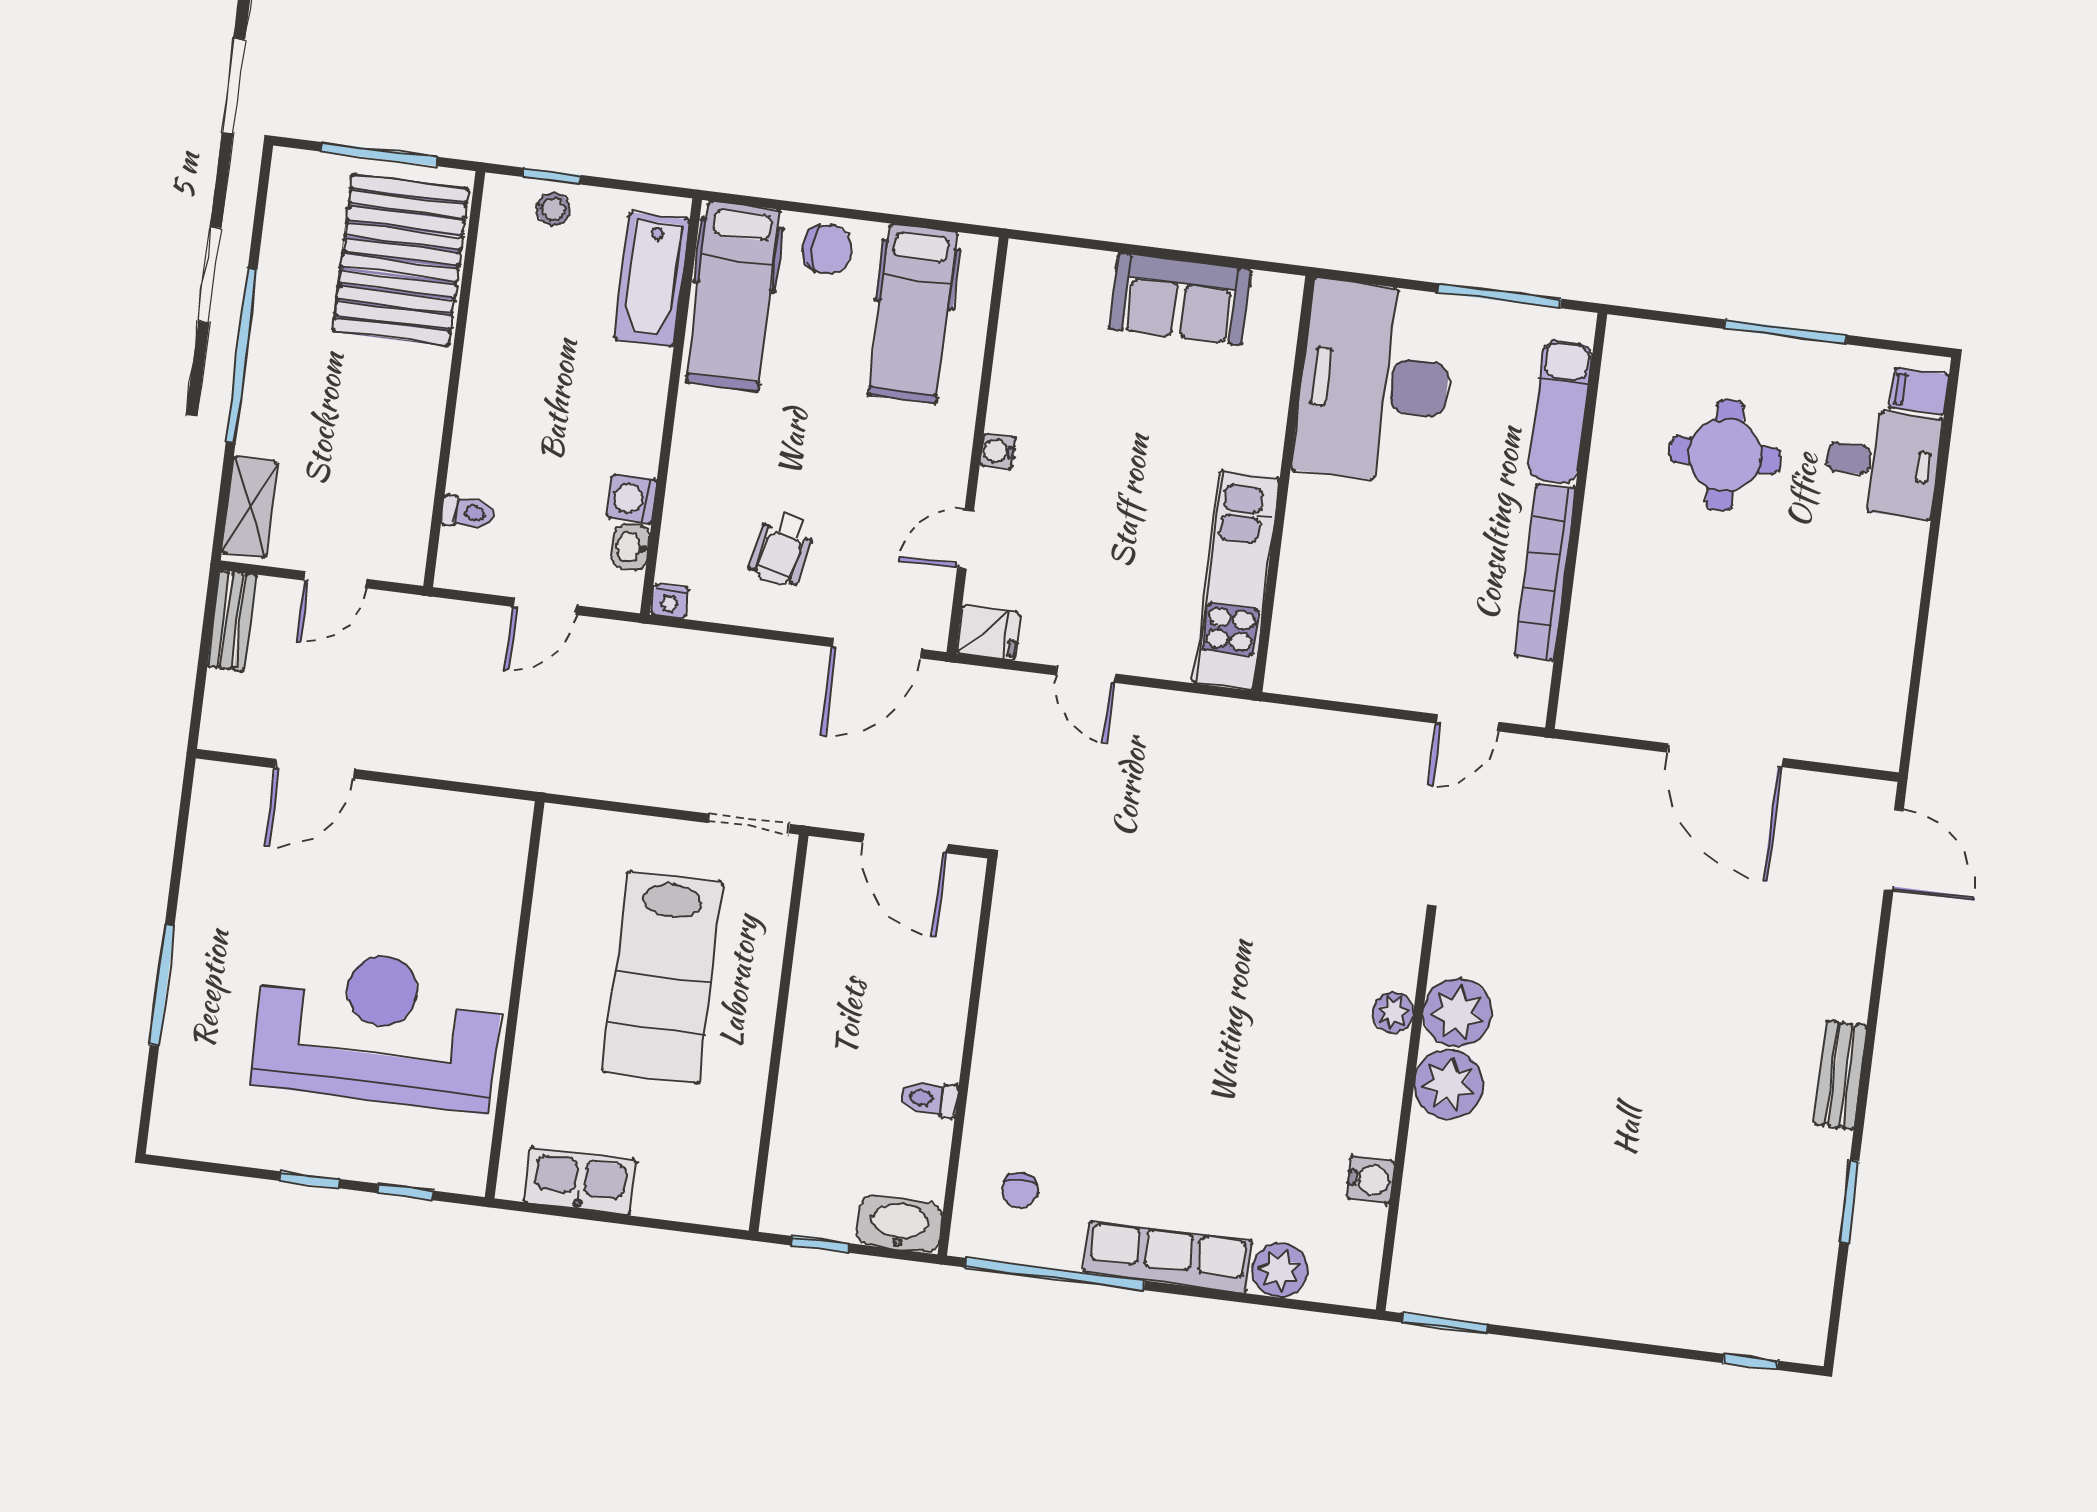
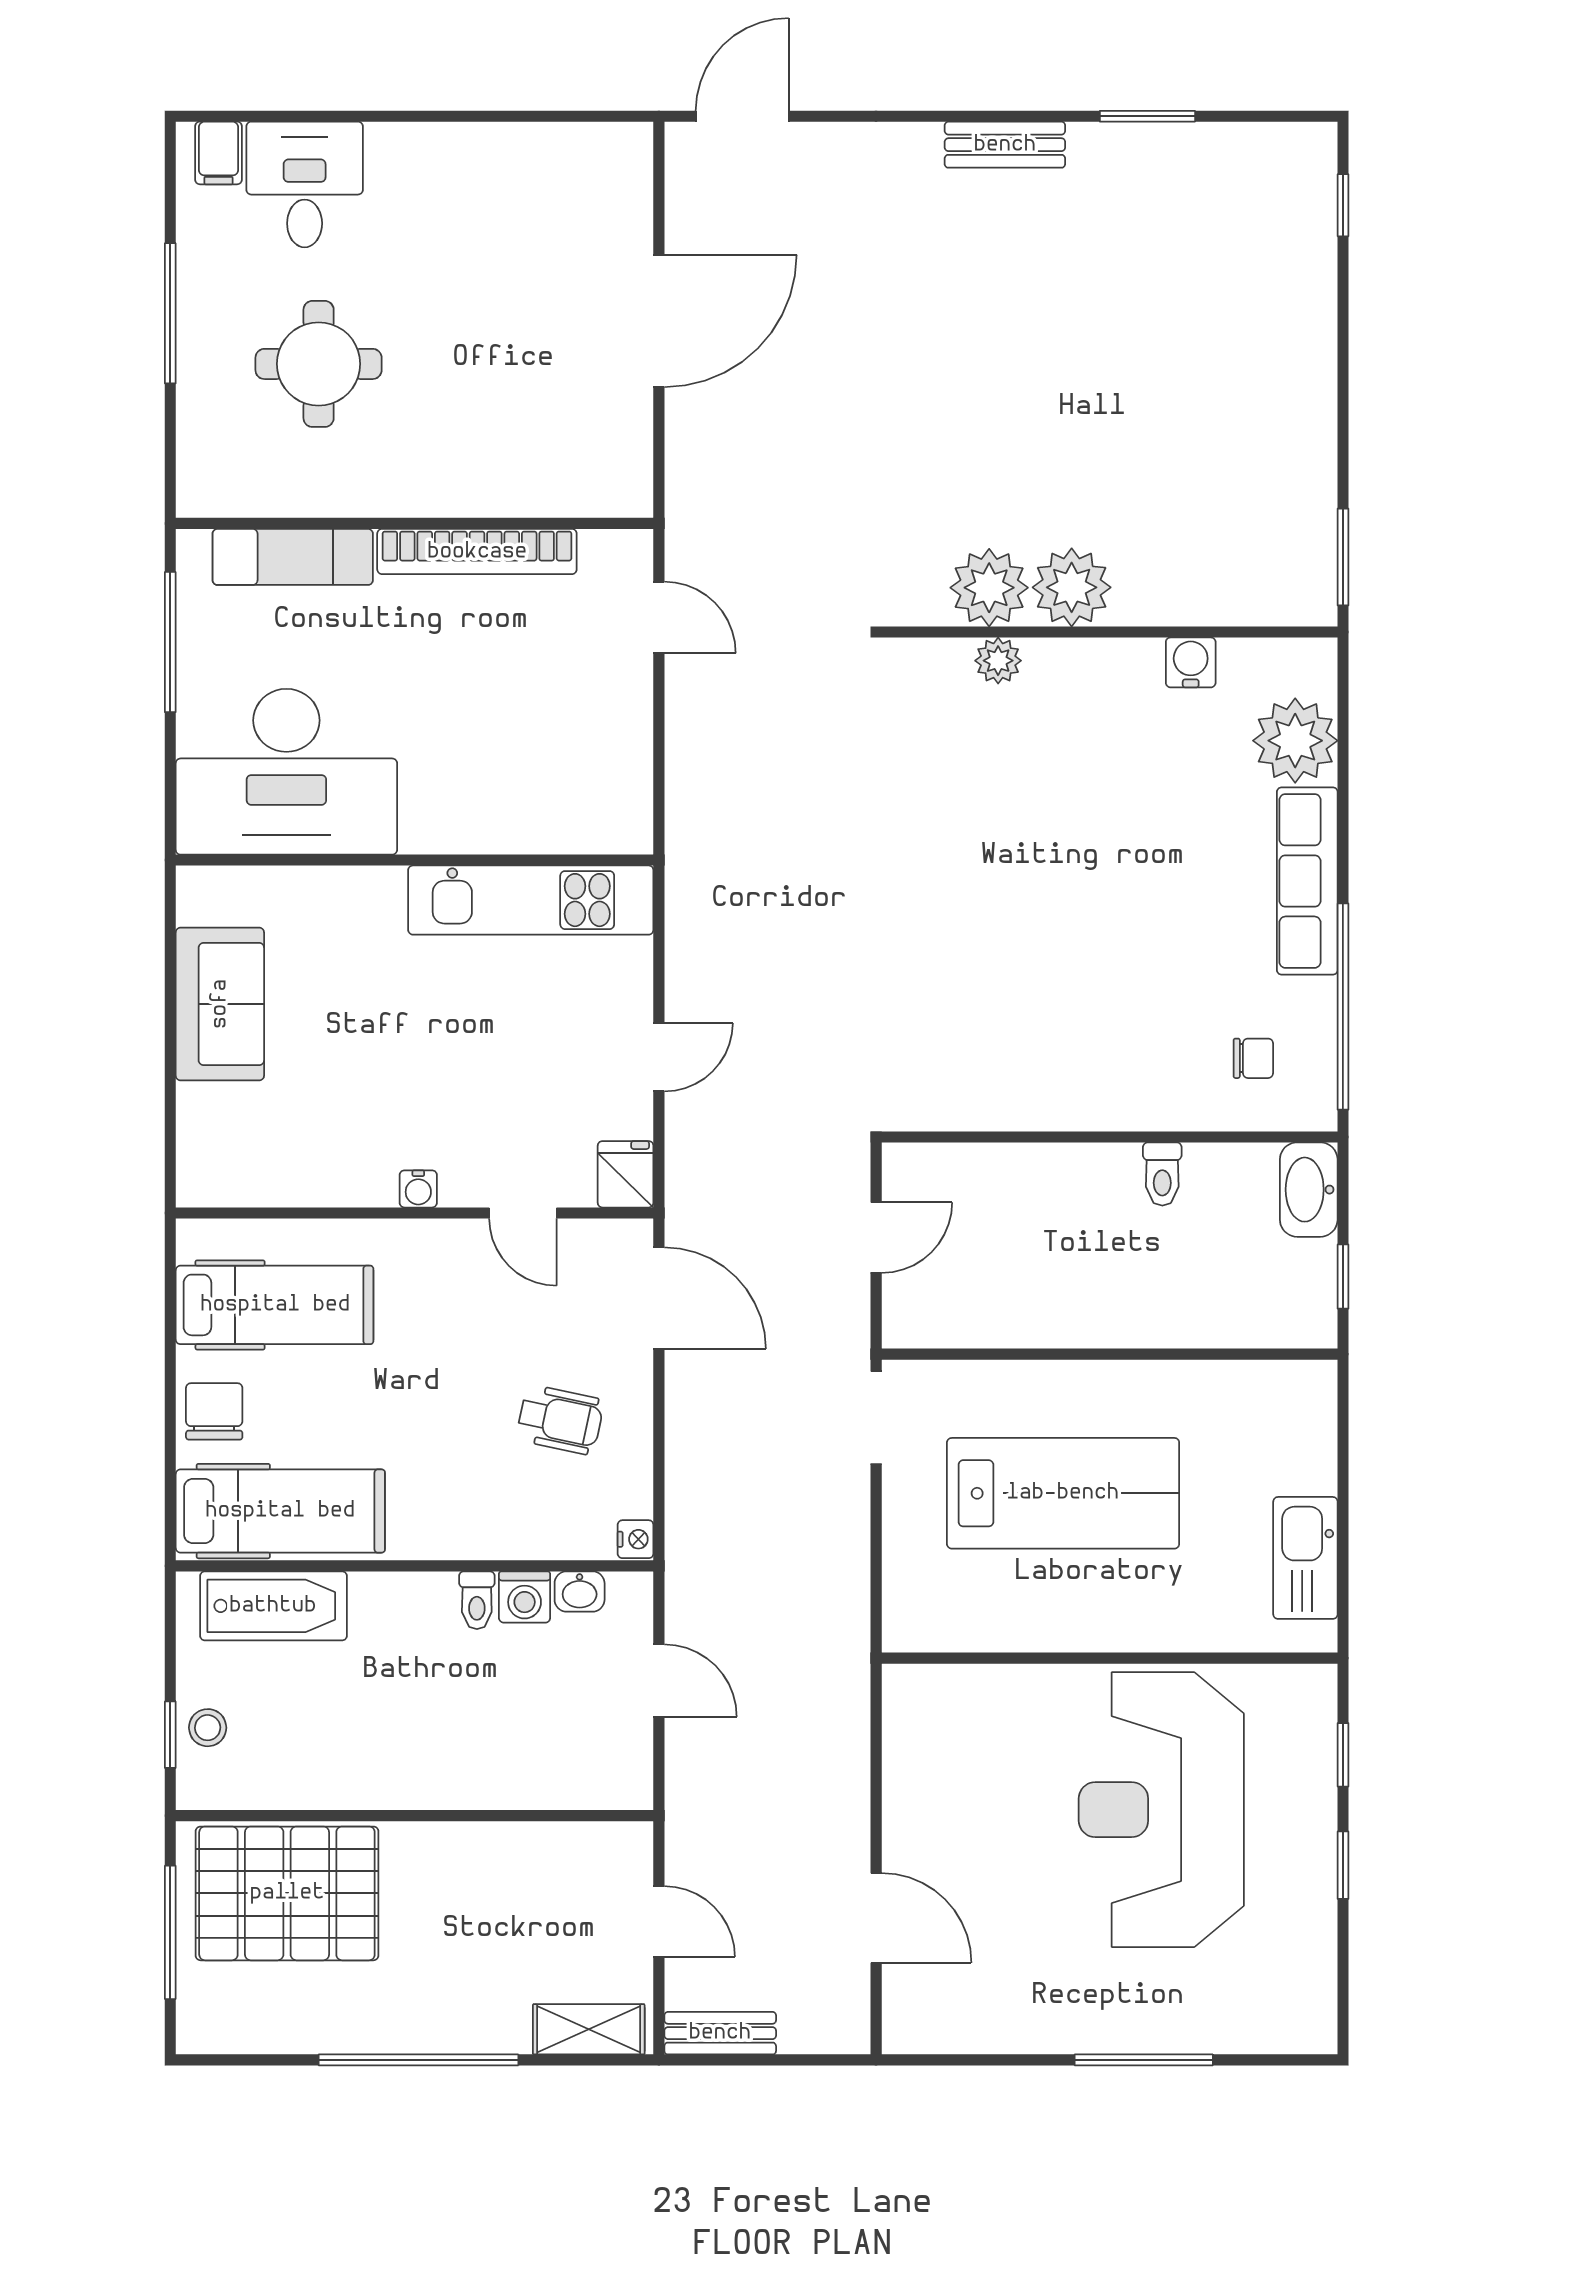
toilet: (468, 512) -> (477, 1600), moved, turned 180
door: (905, 843) -> (876, 1238), width x0.73
plant: (1280, 1270) -> (1295, 741), width x1.36, depth x1.36

